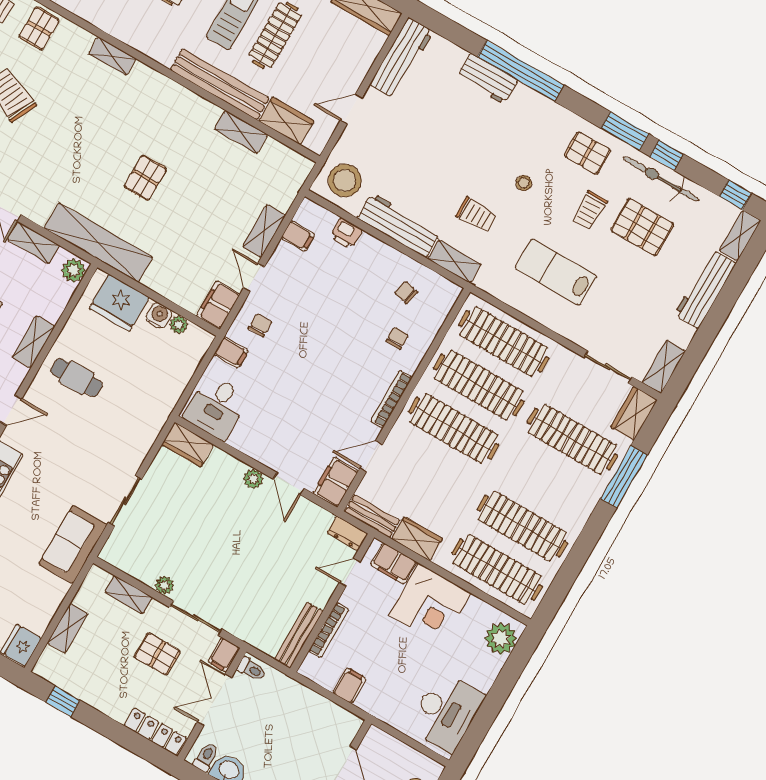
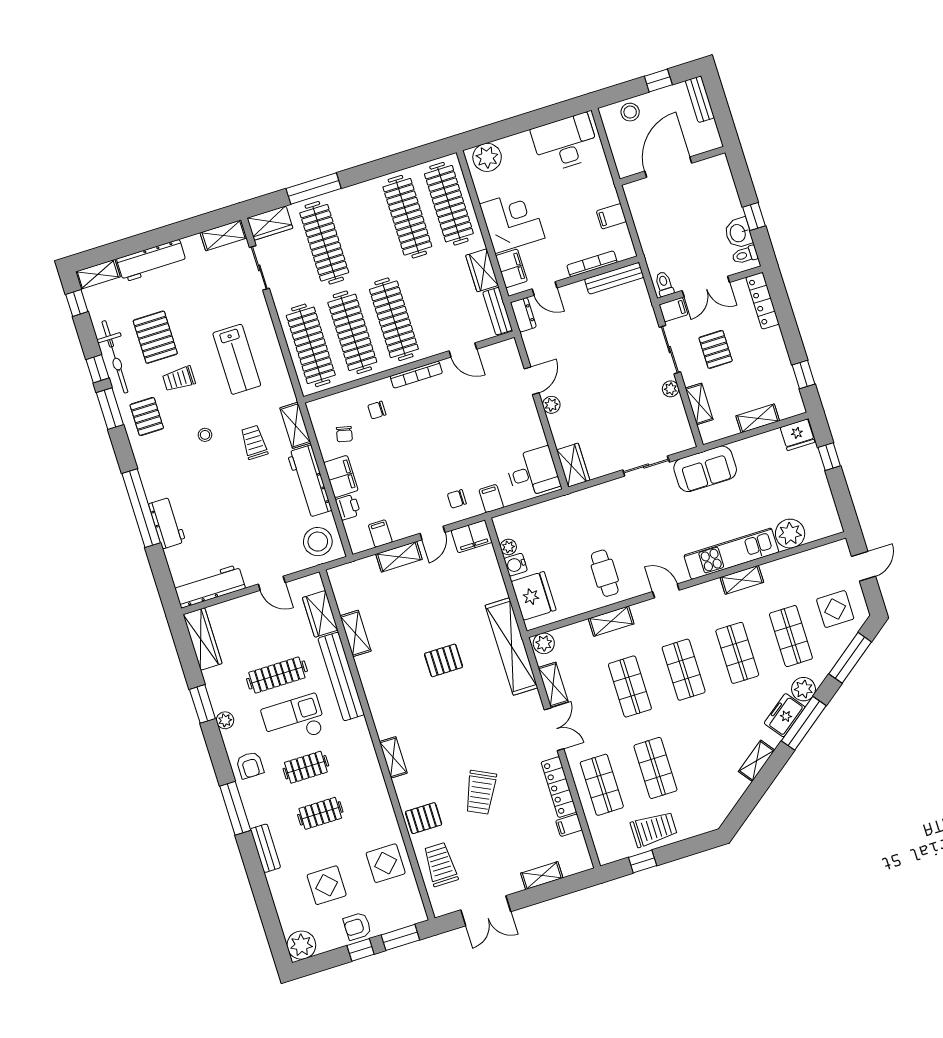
trolley: (590, 210) -> (179, 379), turned 180
filing cabinet: (336, 482) -> (341, 476), moved, turned -90

